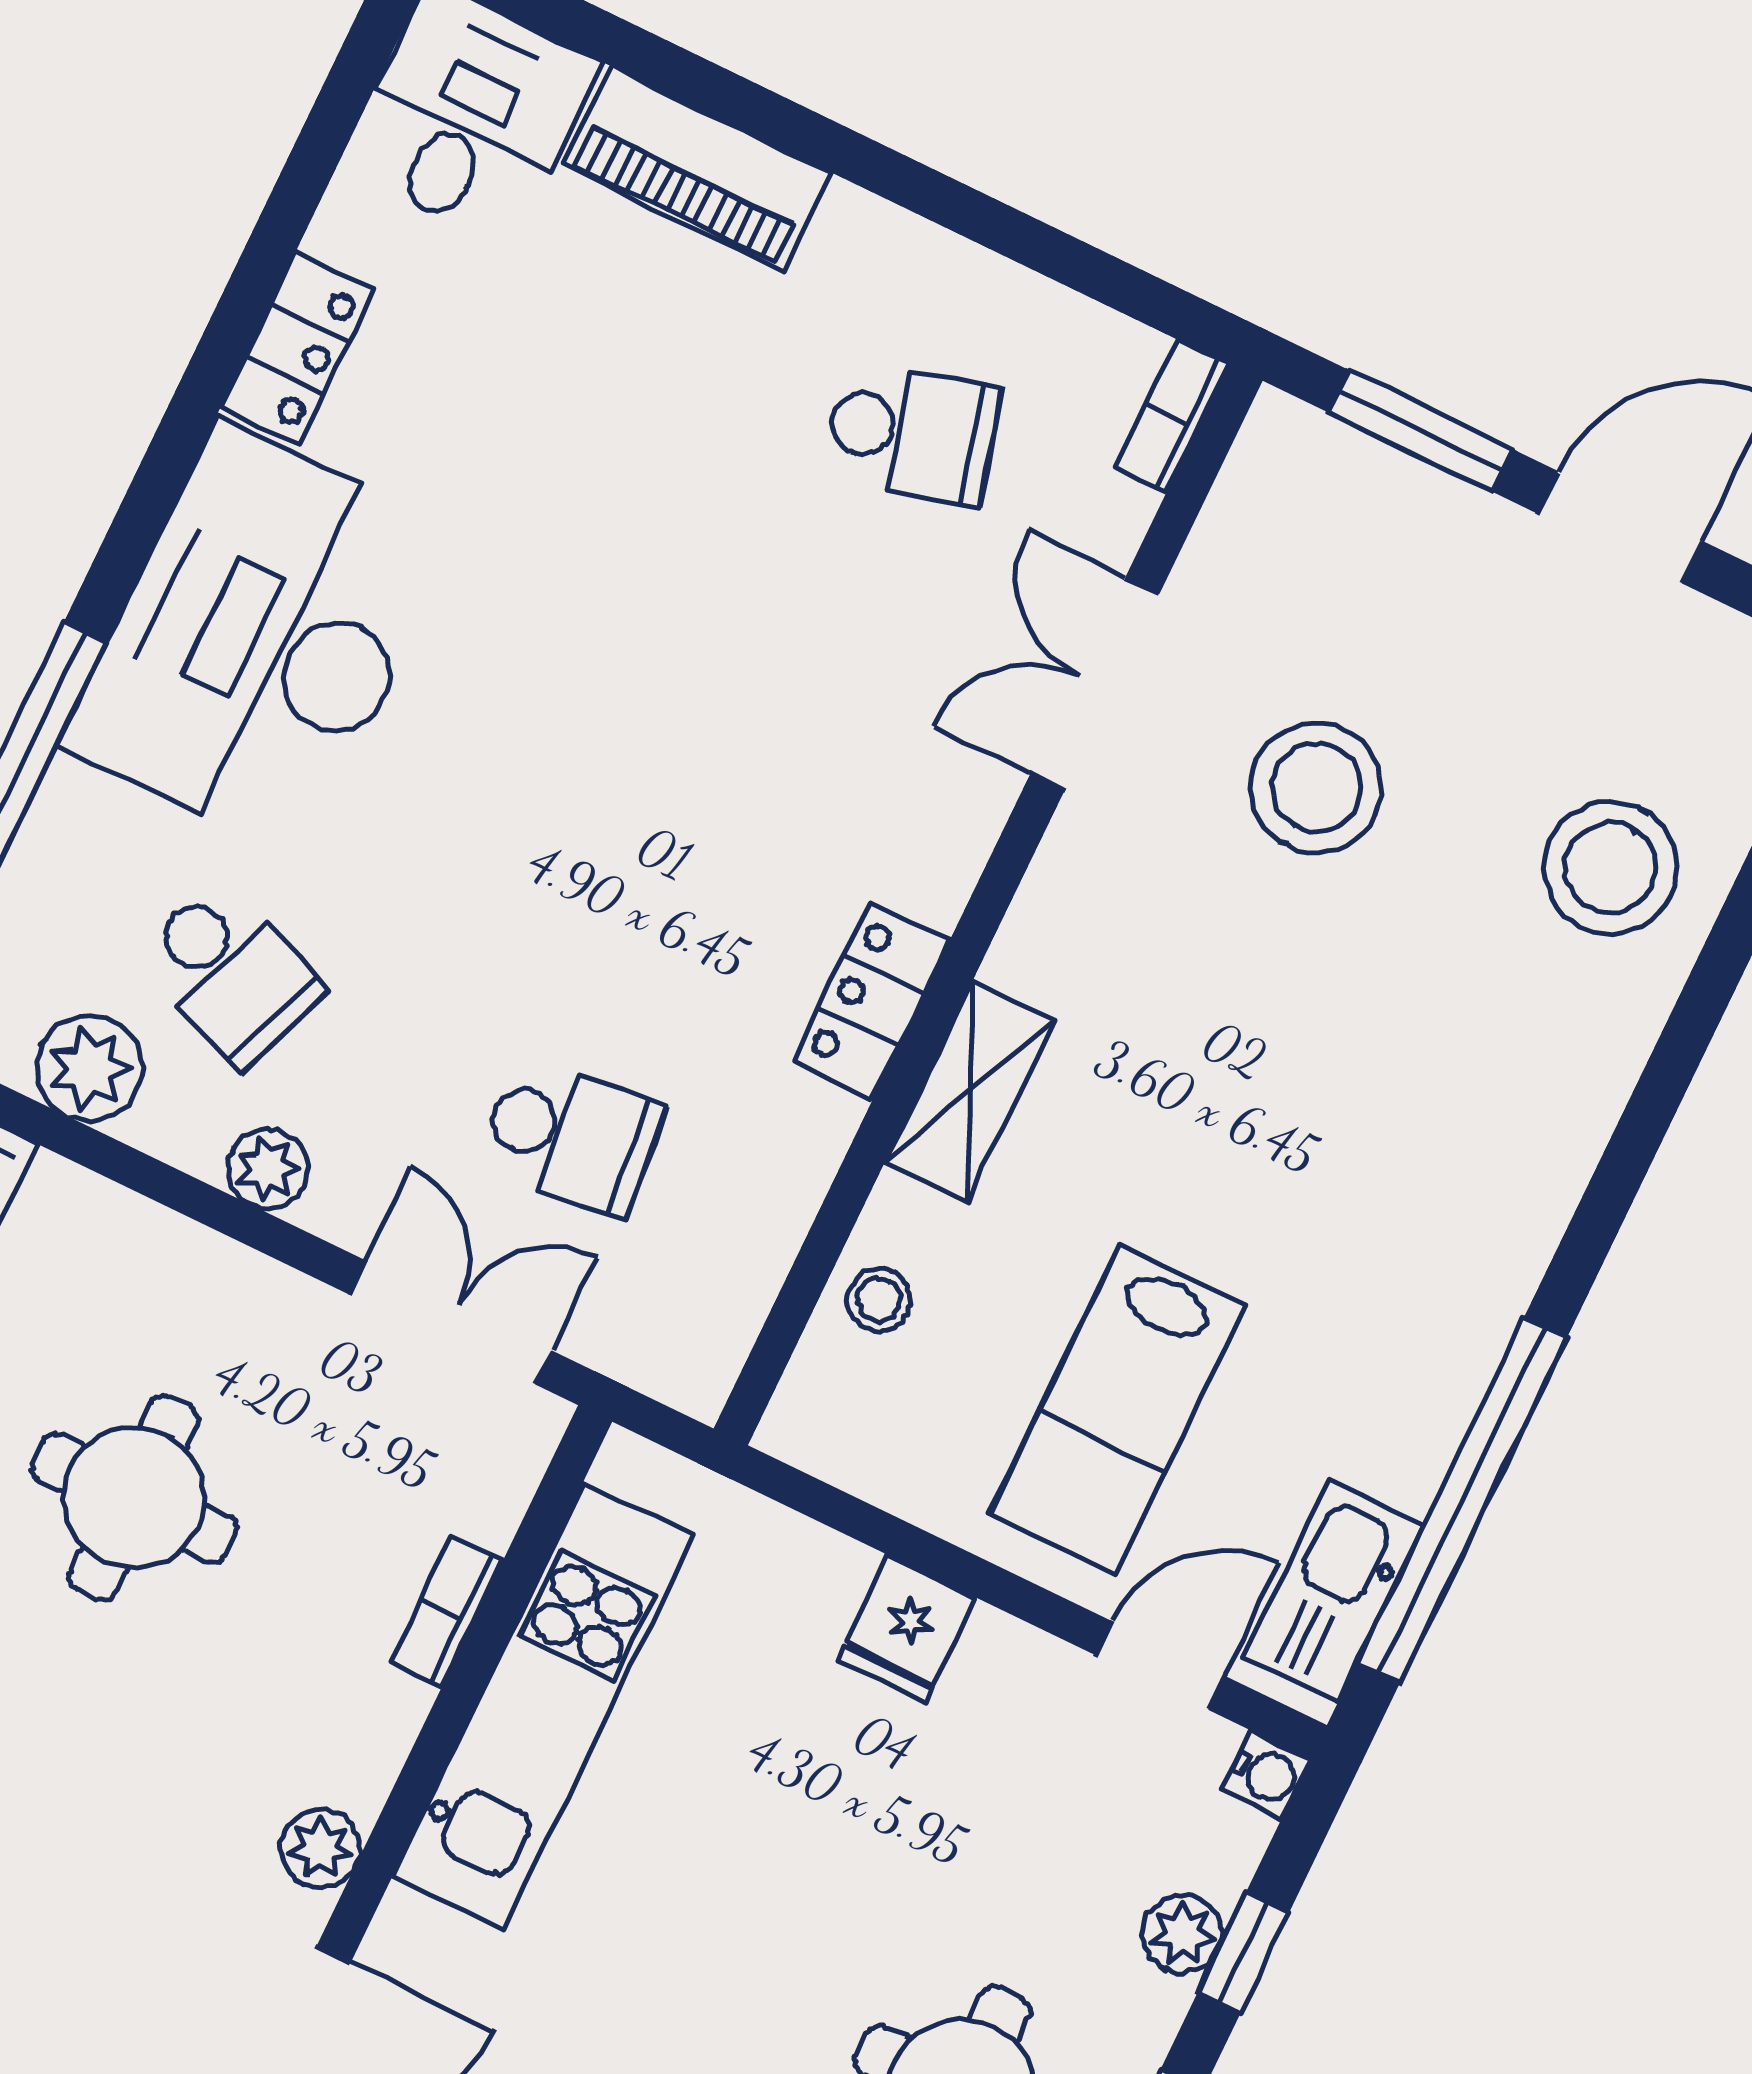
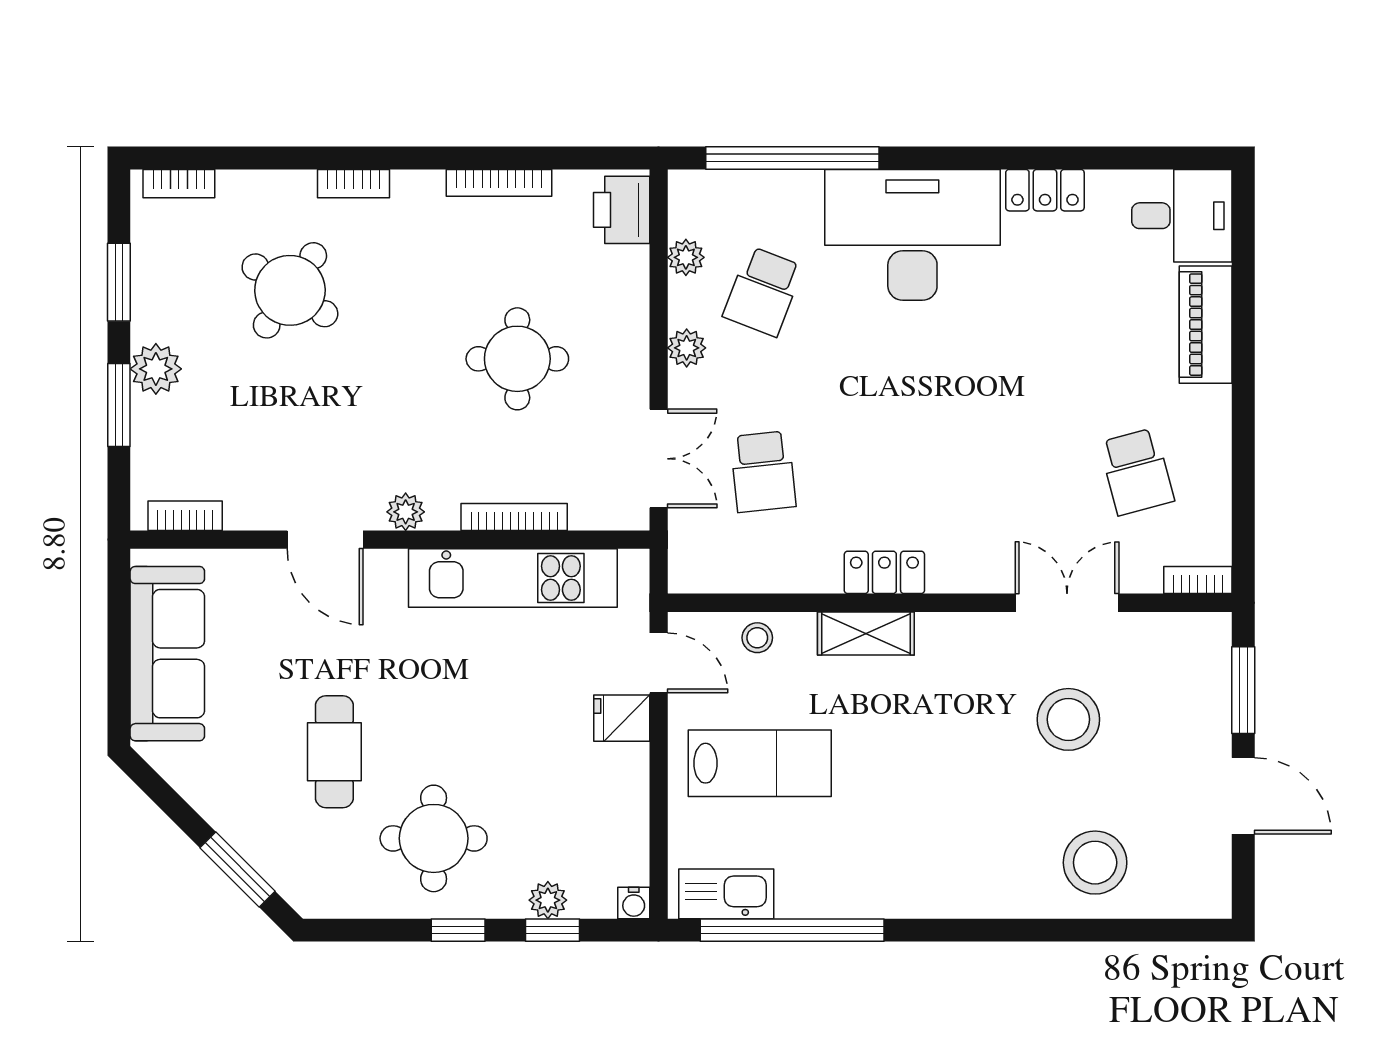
plant: (89, 1068) -> (686, 257), width x0.73, depth x0.73
lab bench: (1117, 1409) -> (760, 763), turned 180
bookcase: (447, 1612) -> (514, 517), width x1.56
door: (1160, 1665) -> (659, 663), moved

